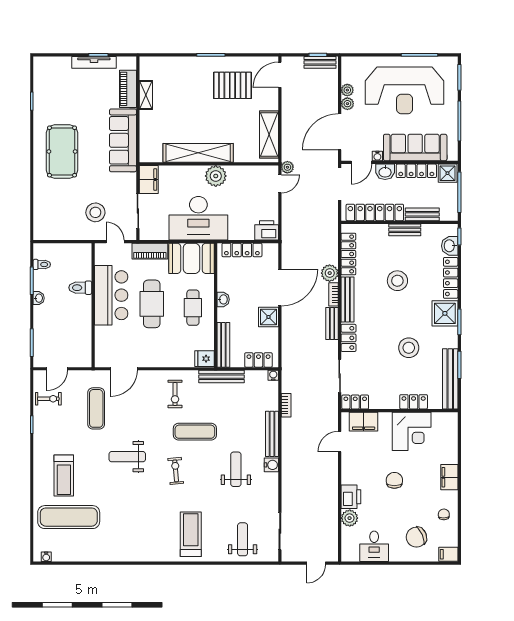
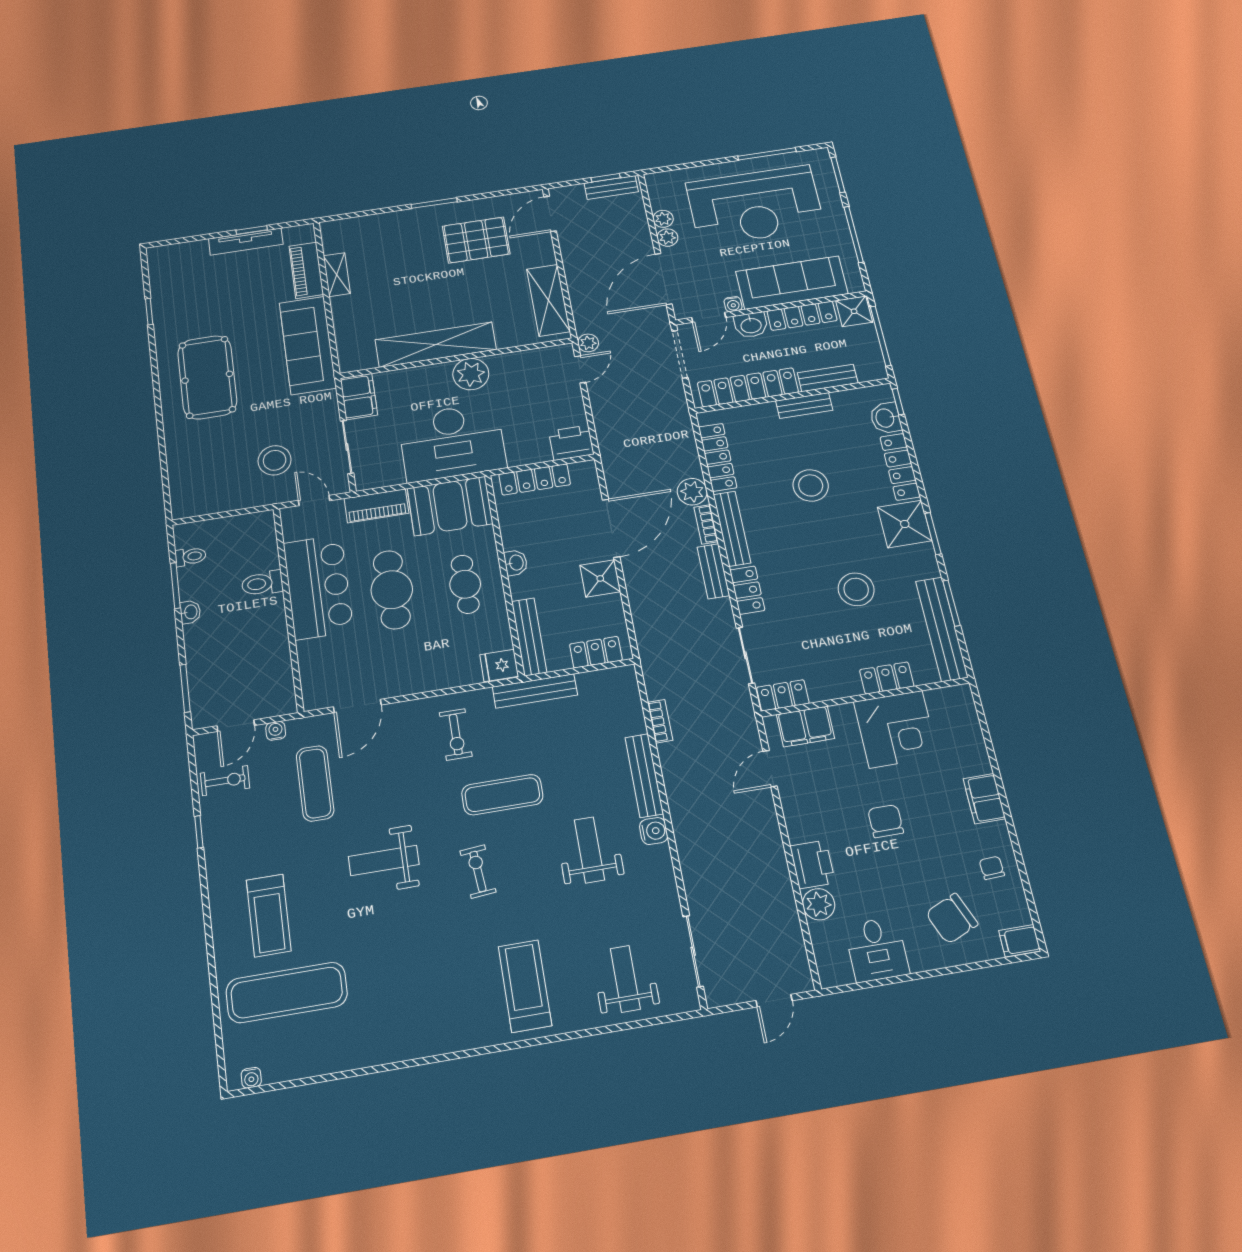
water cooler: (273, 375) -> (276, 731), moved

